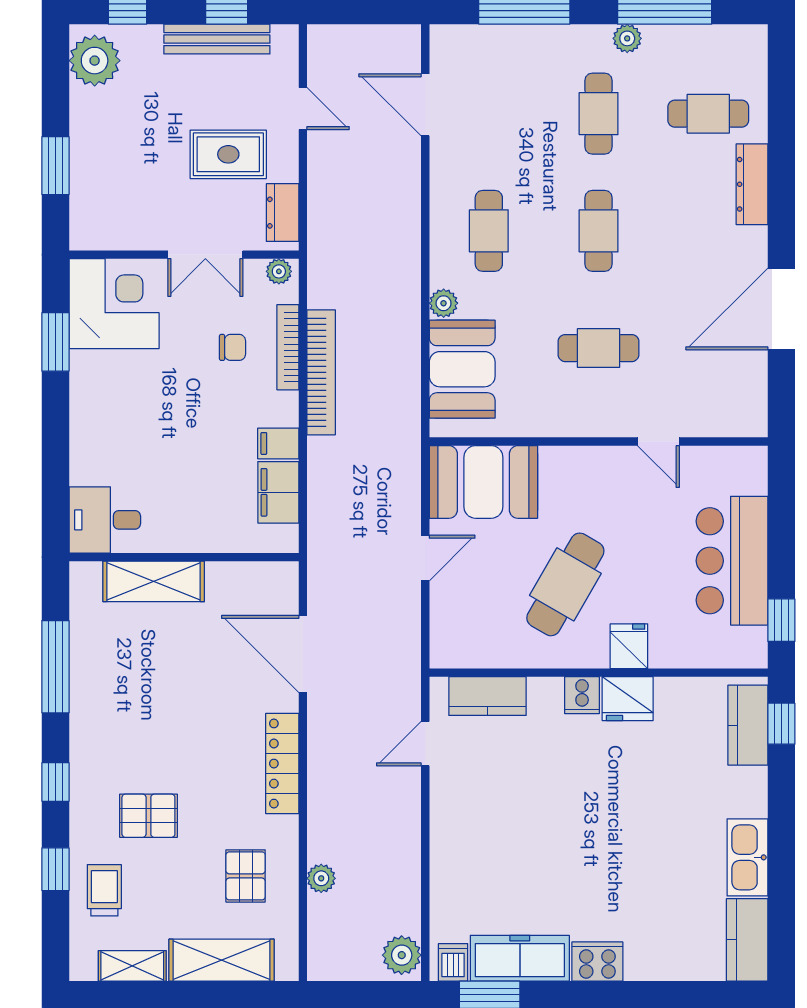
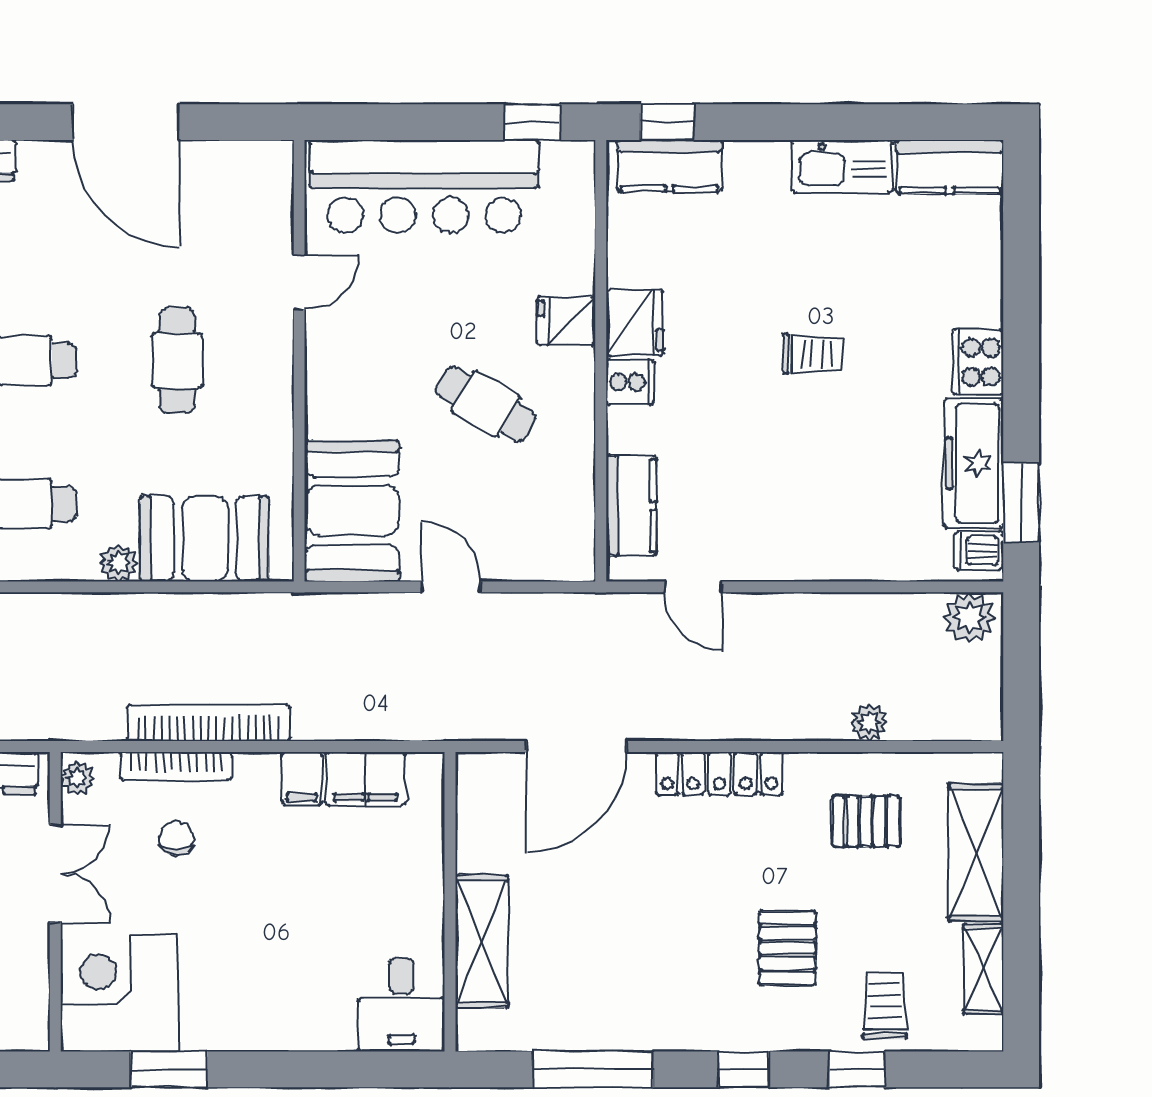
bar counter: (732, 561) -> (424, 186), width x1.36
cafe table: (565, 584) -> (486, 404), width x0.73, depth x0.74
trolley: (604, 835) -> (813, 354), added
trolley: (104, 890) -> (885, 1006), turned 90

